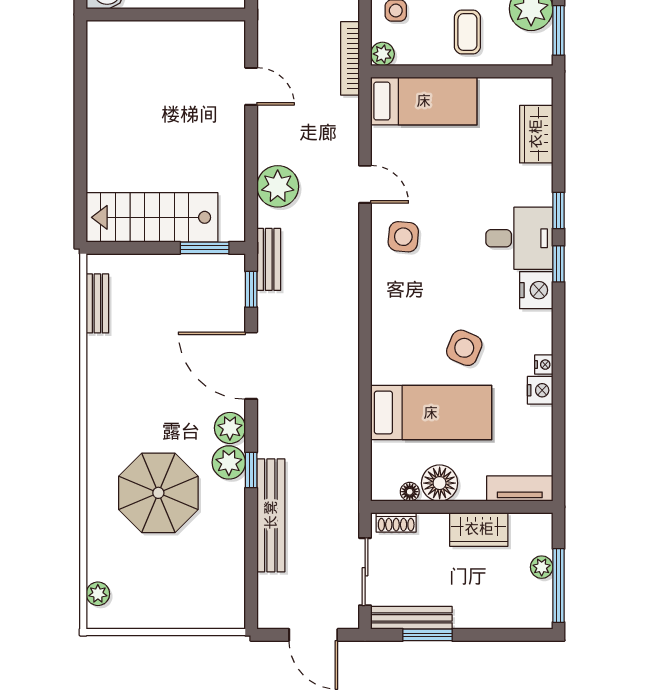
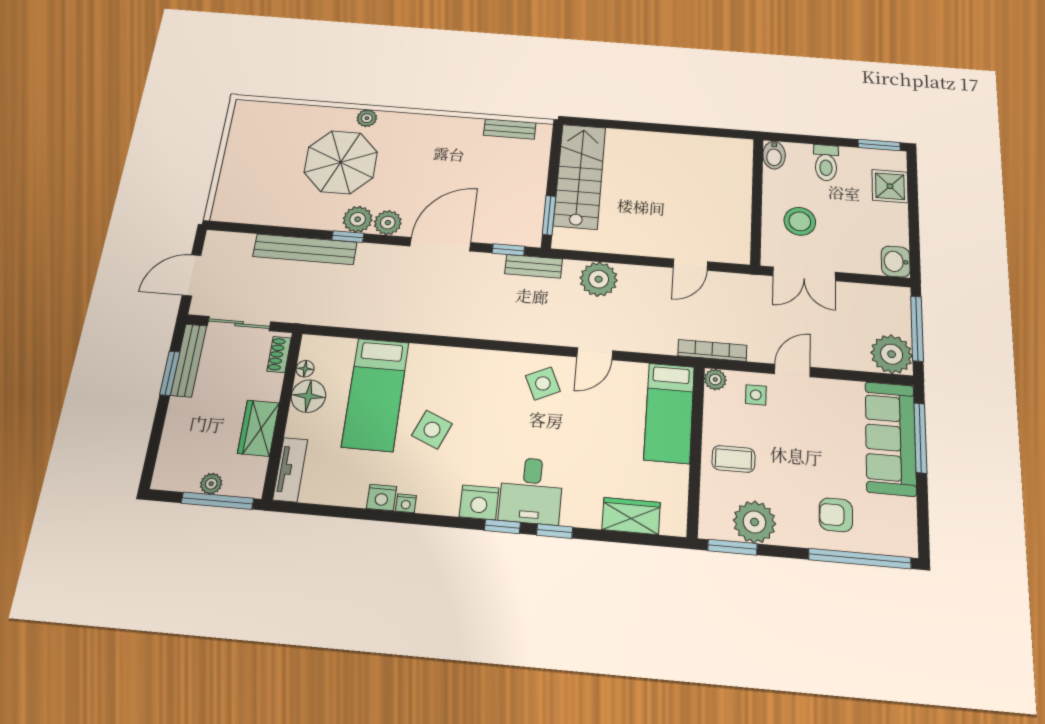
side table: (403, 237) -> (543, 383), turned -30
window: (559, 585) -> (217, 501), moved
plant: (98, 594) -> (367, 118), moved

